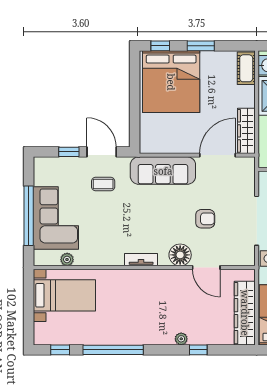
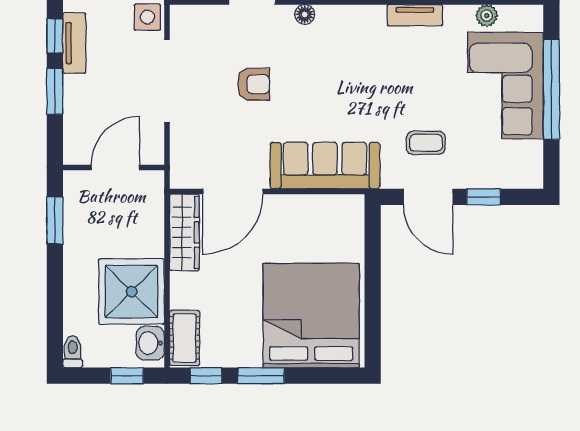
window: (160, 46) -> (206, 376), moved
armchair: (205, 219) -> (254, 84), turned 180
floor lamp: (180, 255) -> (305, 14), width x0.53, depth x0.53
tv unit: (141, 260) -> (415, 15), moved

